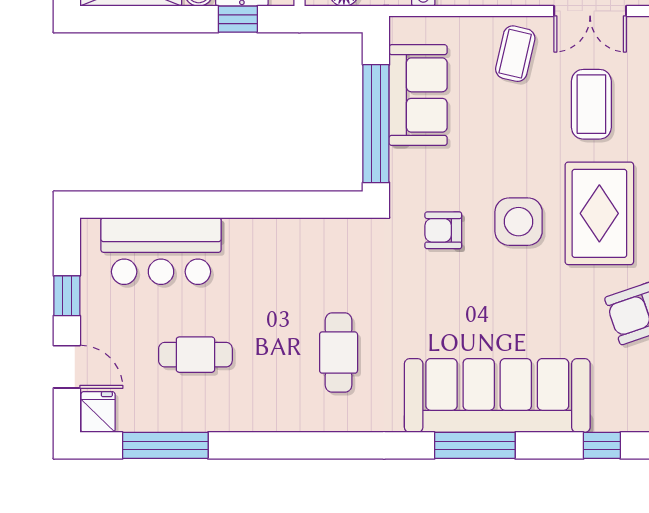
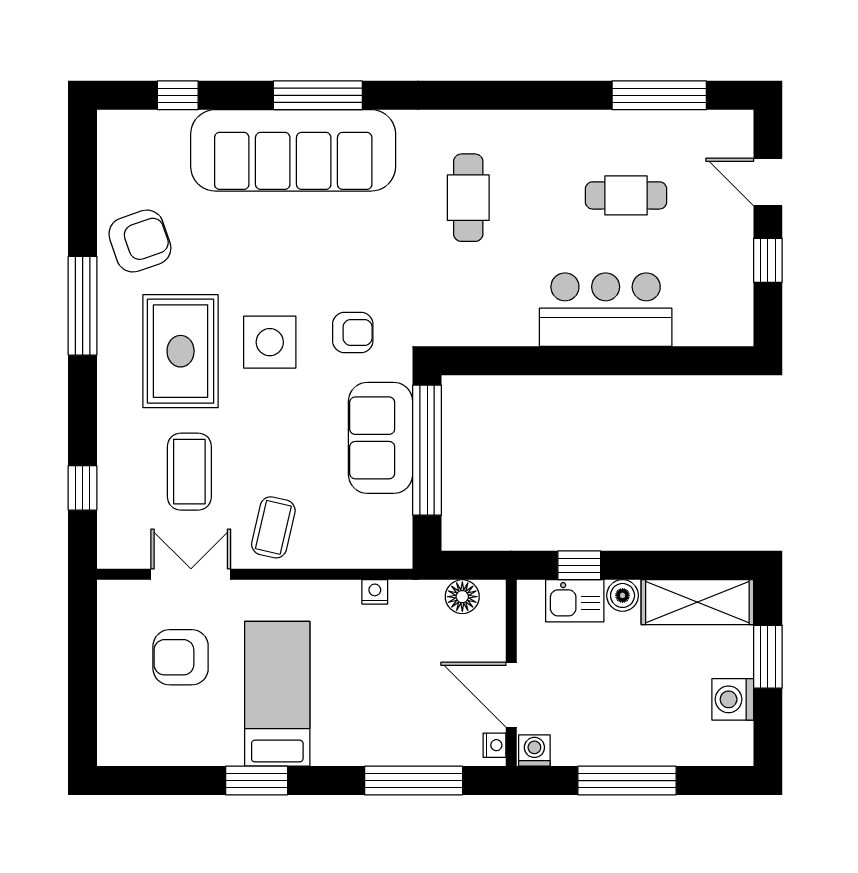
sofa: (418, 95) -> (381, 438), moved
bar counter: (161, 251) -> (606, 310), moved
fridge: (98, 412) -> (734, 132), removed

